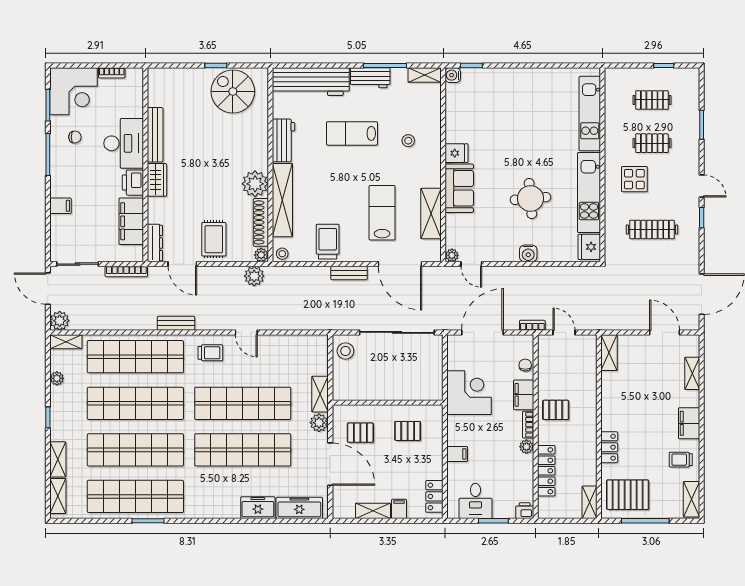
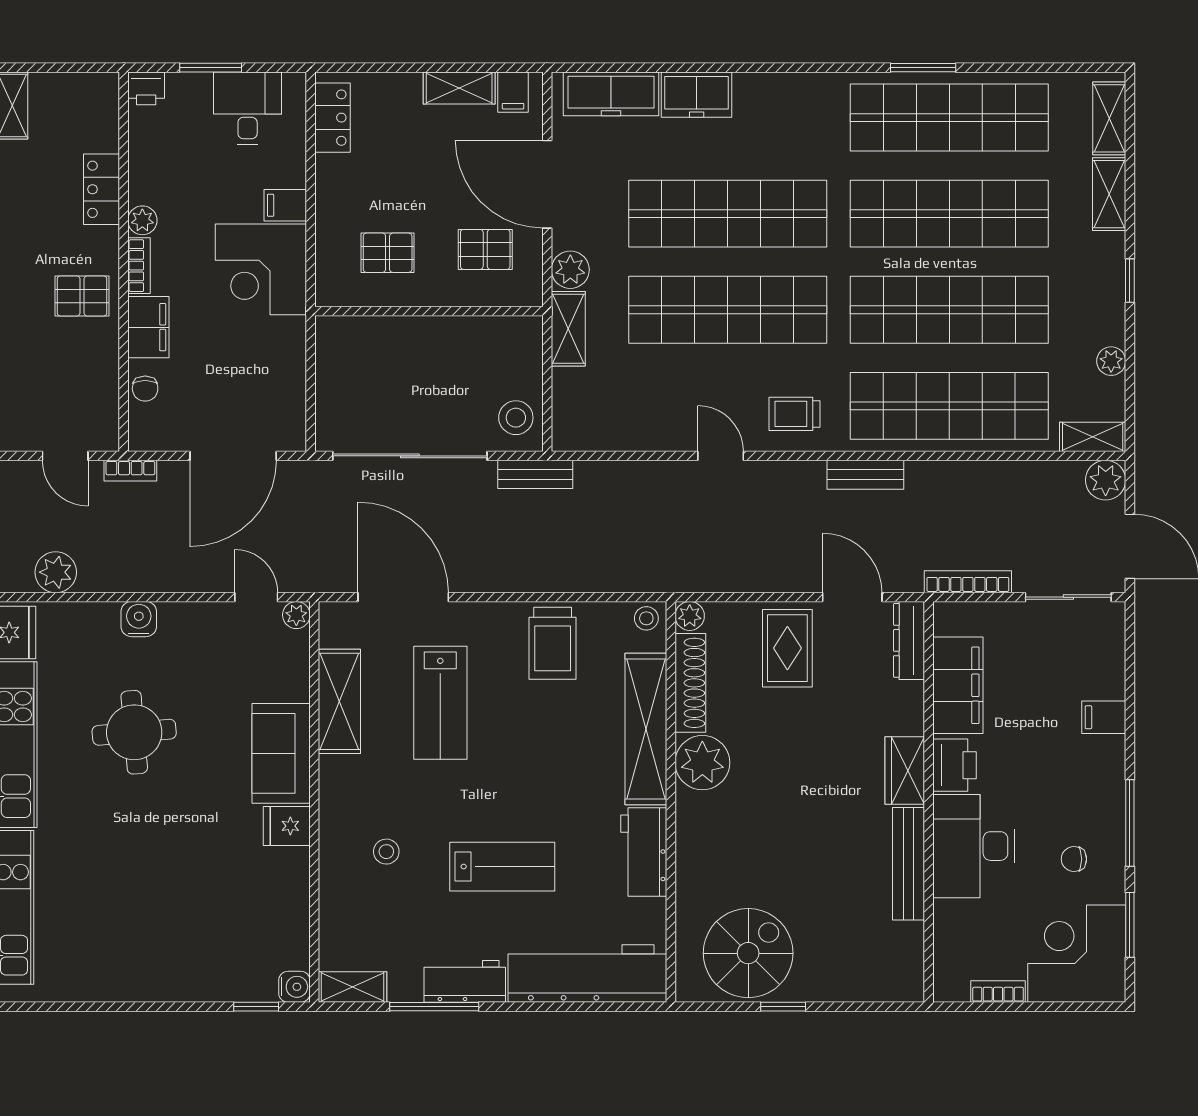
spiral stairs: (233, 91) -> (748, 953), turned -90
bench: (349, 273) -> (535, 474), moved
plant: (254, 276) -> (56, 572), moved
corner desk: (469, 393) -> (261, 269), moved
locker: (546, 471) -> (101, 189), width x0.66
filing cabinet: (399, 509) -> (513, 92), moved

